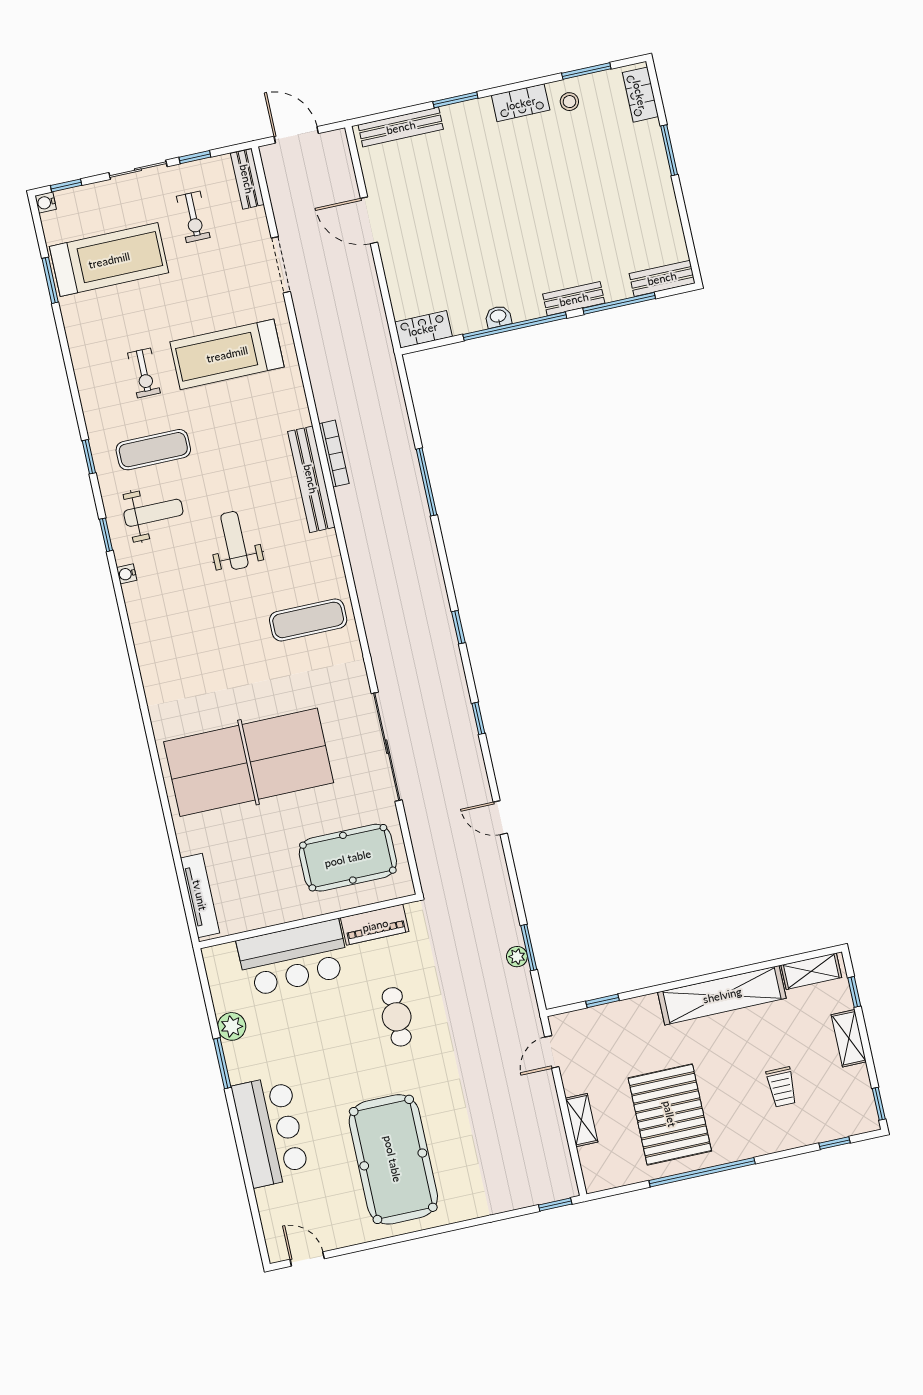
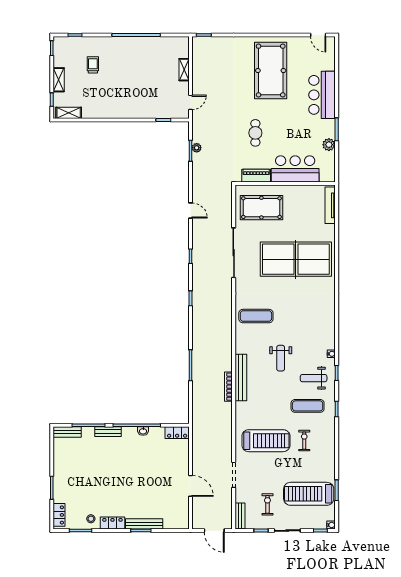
bench: (401, 127) -> (144, 524), moved
shelving: (722, 995) -> (110, 111), removed
pallet: (670, 1114) -> (145, 64), removed

